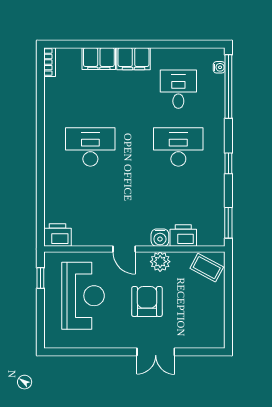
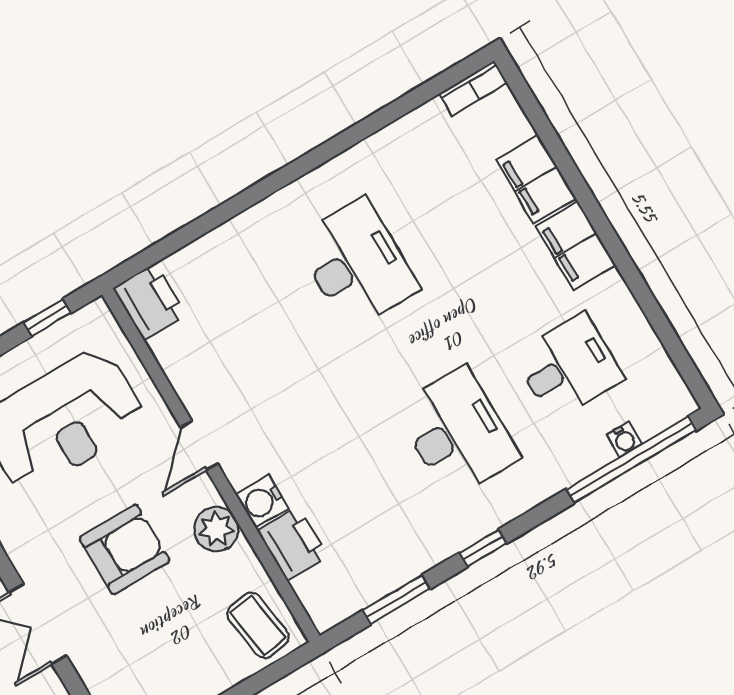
water cooler: (219, 67) -> (624, 440), moved
window: (228, 223) -> (397, 599), moved
coffee table: (207, 268) -> (258, 625), turned -36

